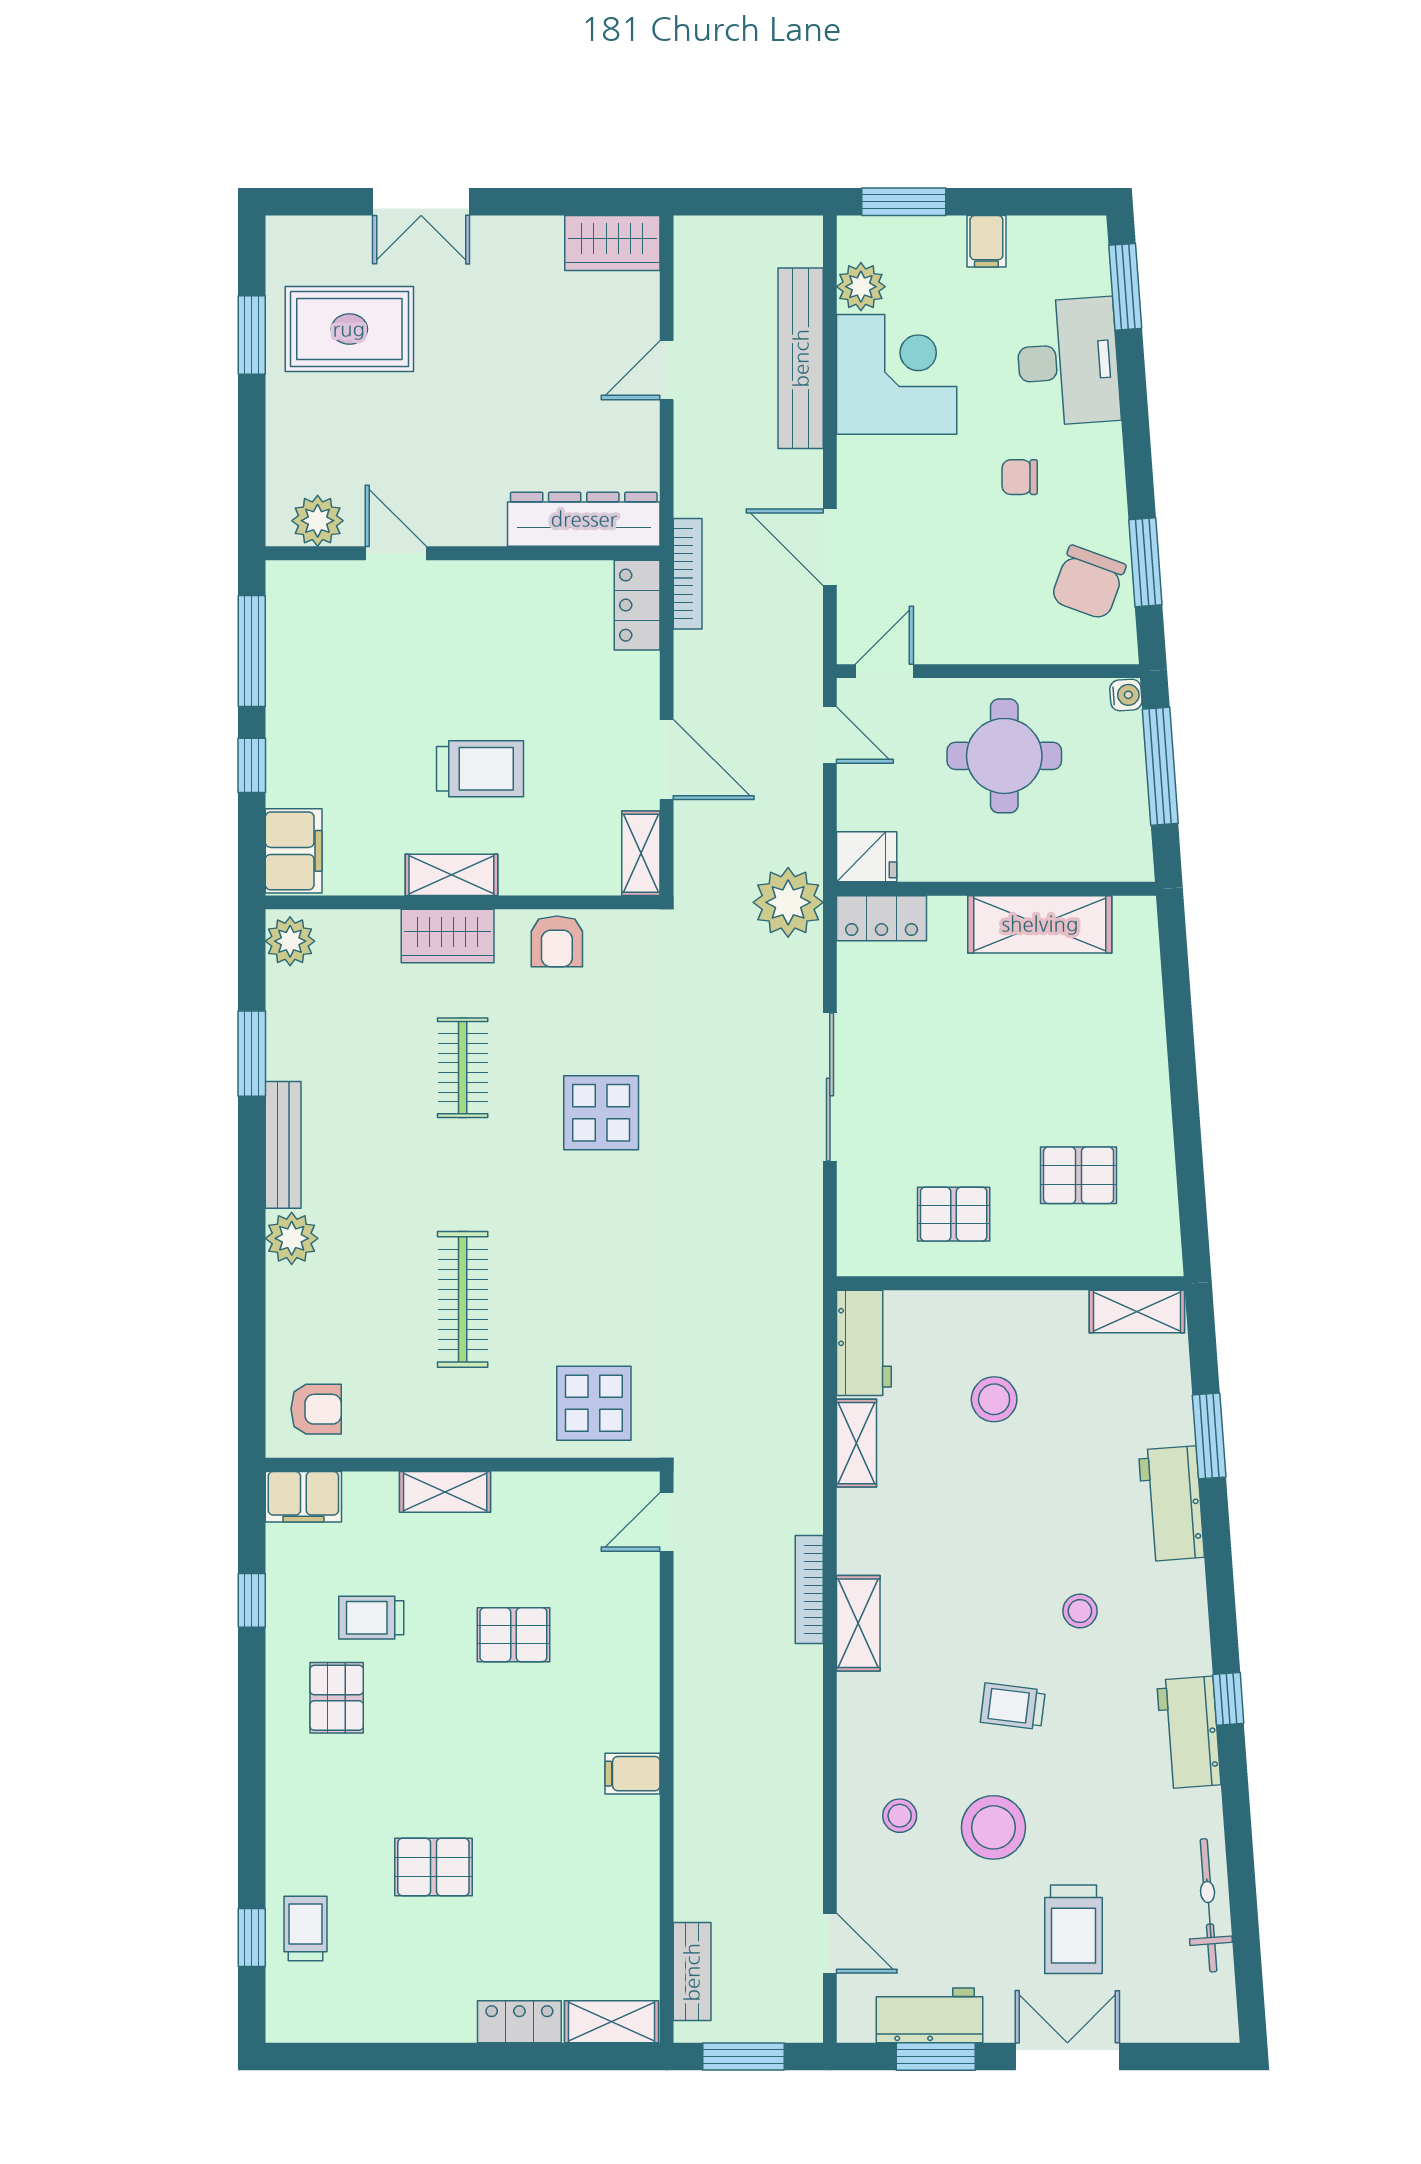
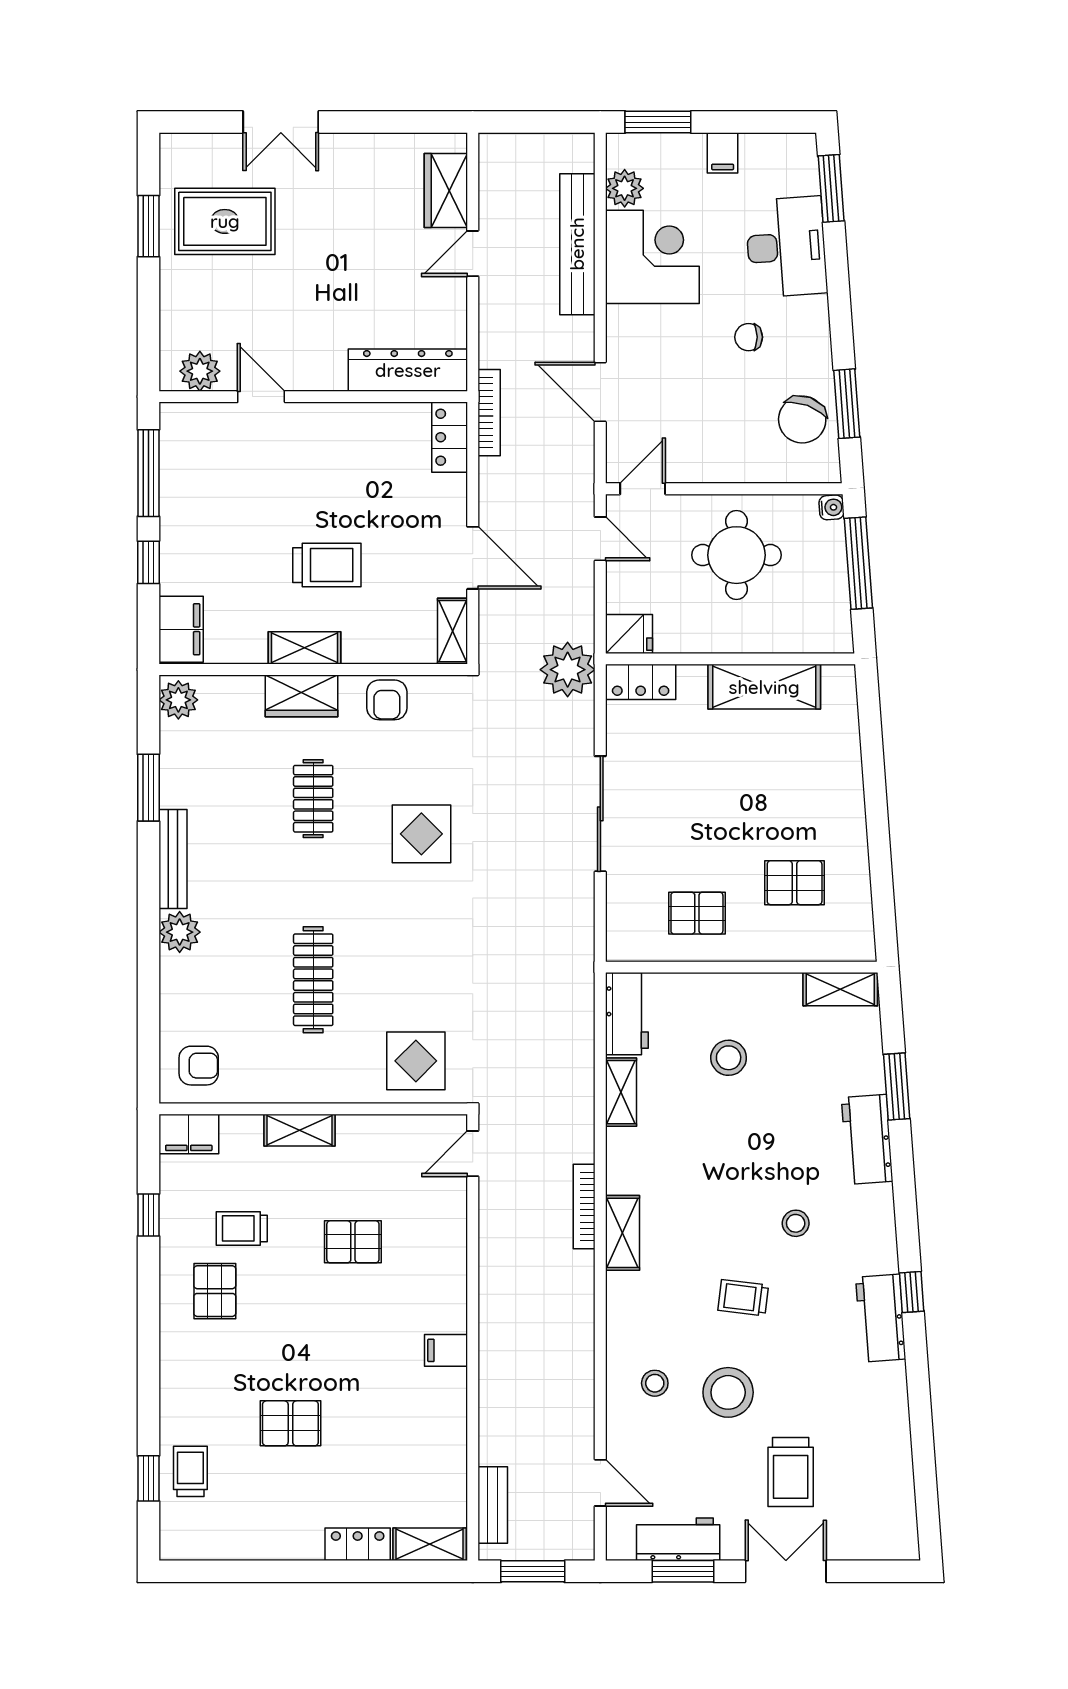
wardrobe: (612, 243) -> (446, 190), moved, turned 90
bicycle: (1209, 1905) -> (896, 1453), removed

